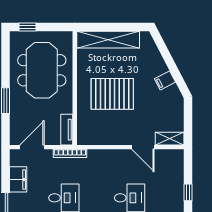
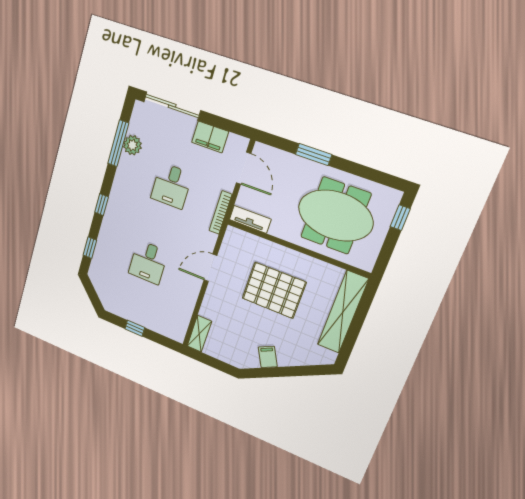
pallet: (112, 94) -> (274, 290), turned 90
door: (143, 147) -> (211, 268), moved

